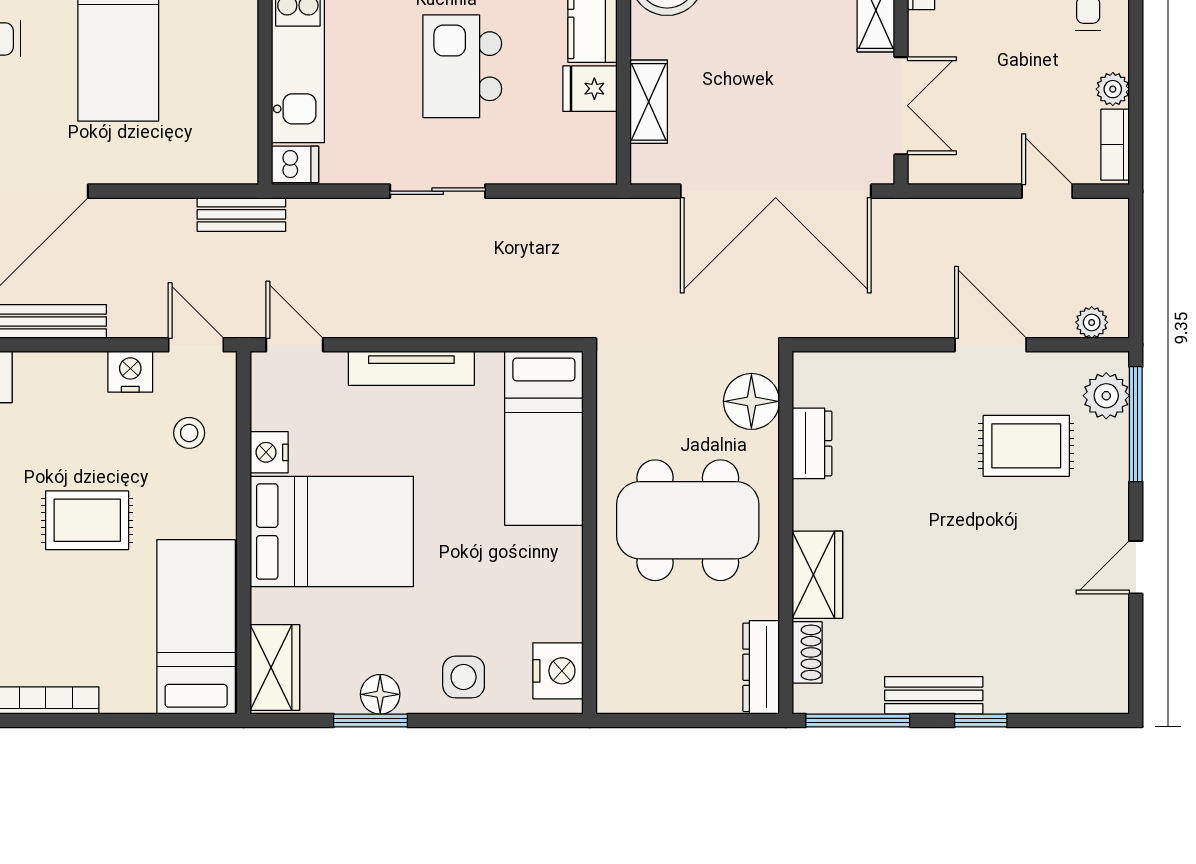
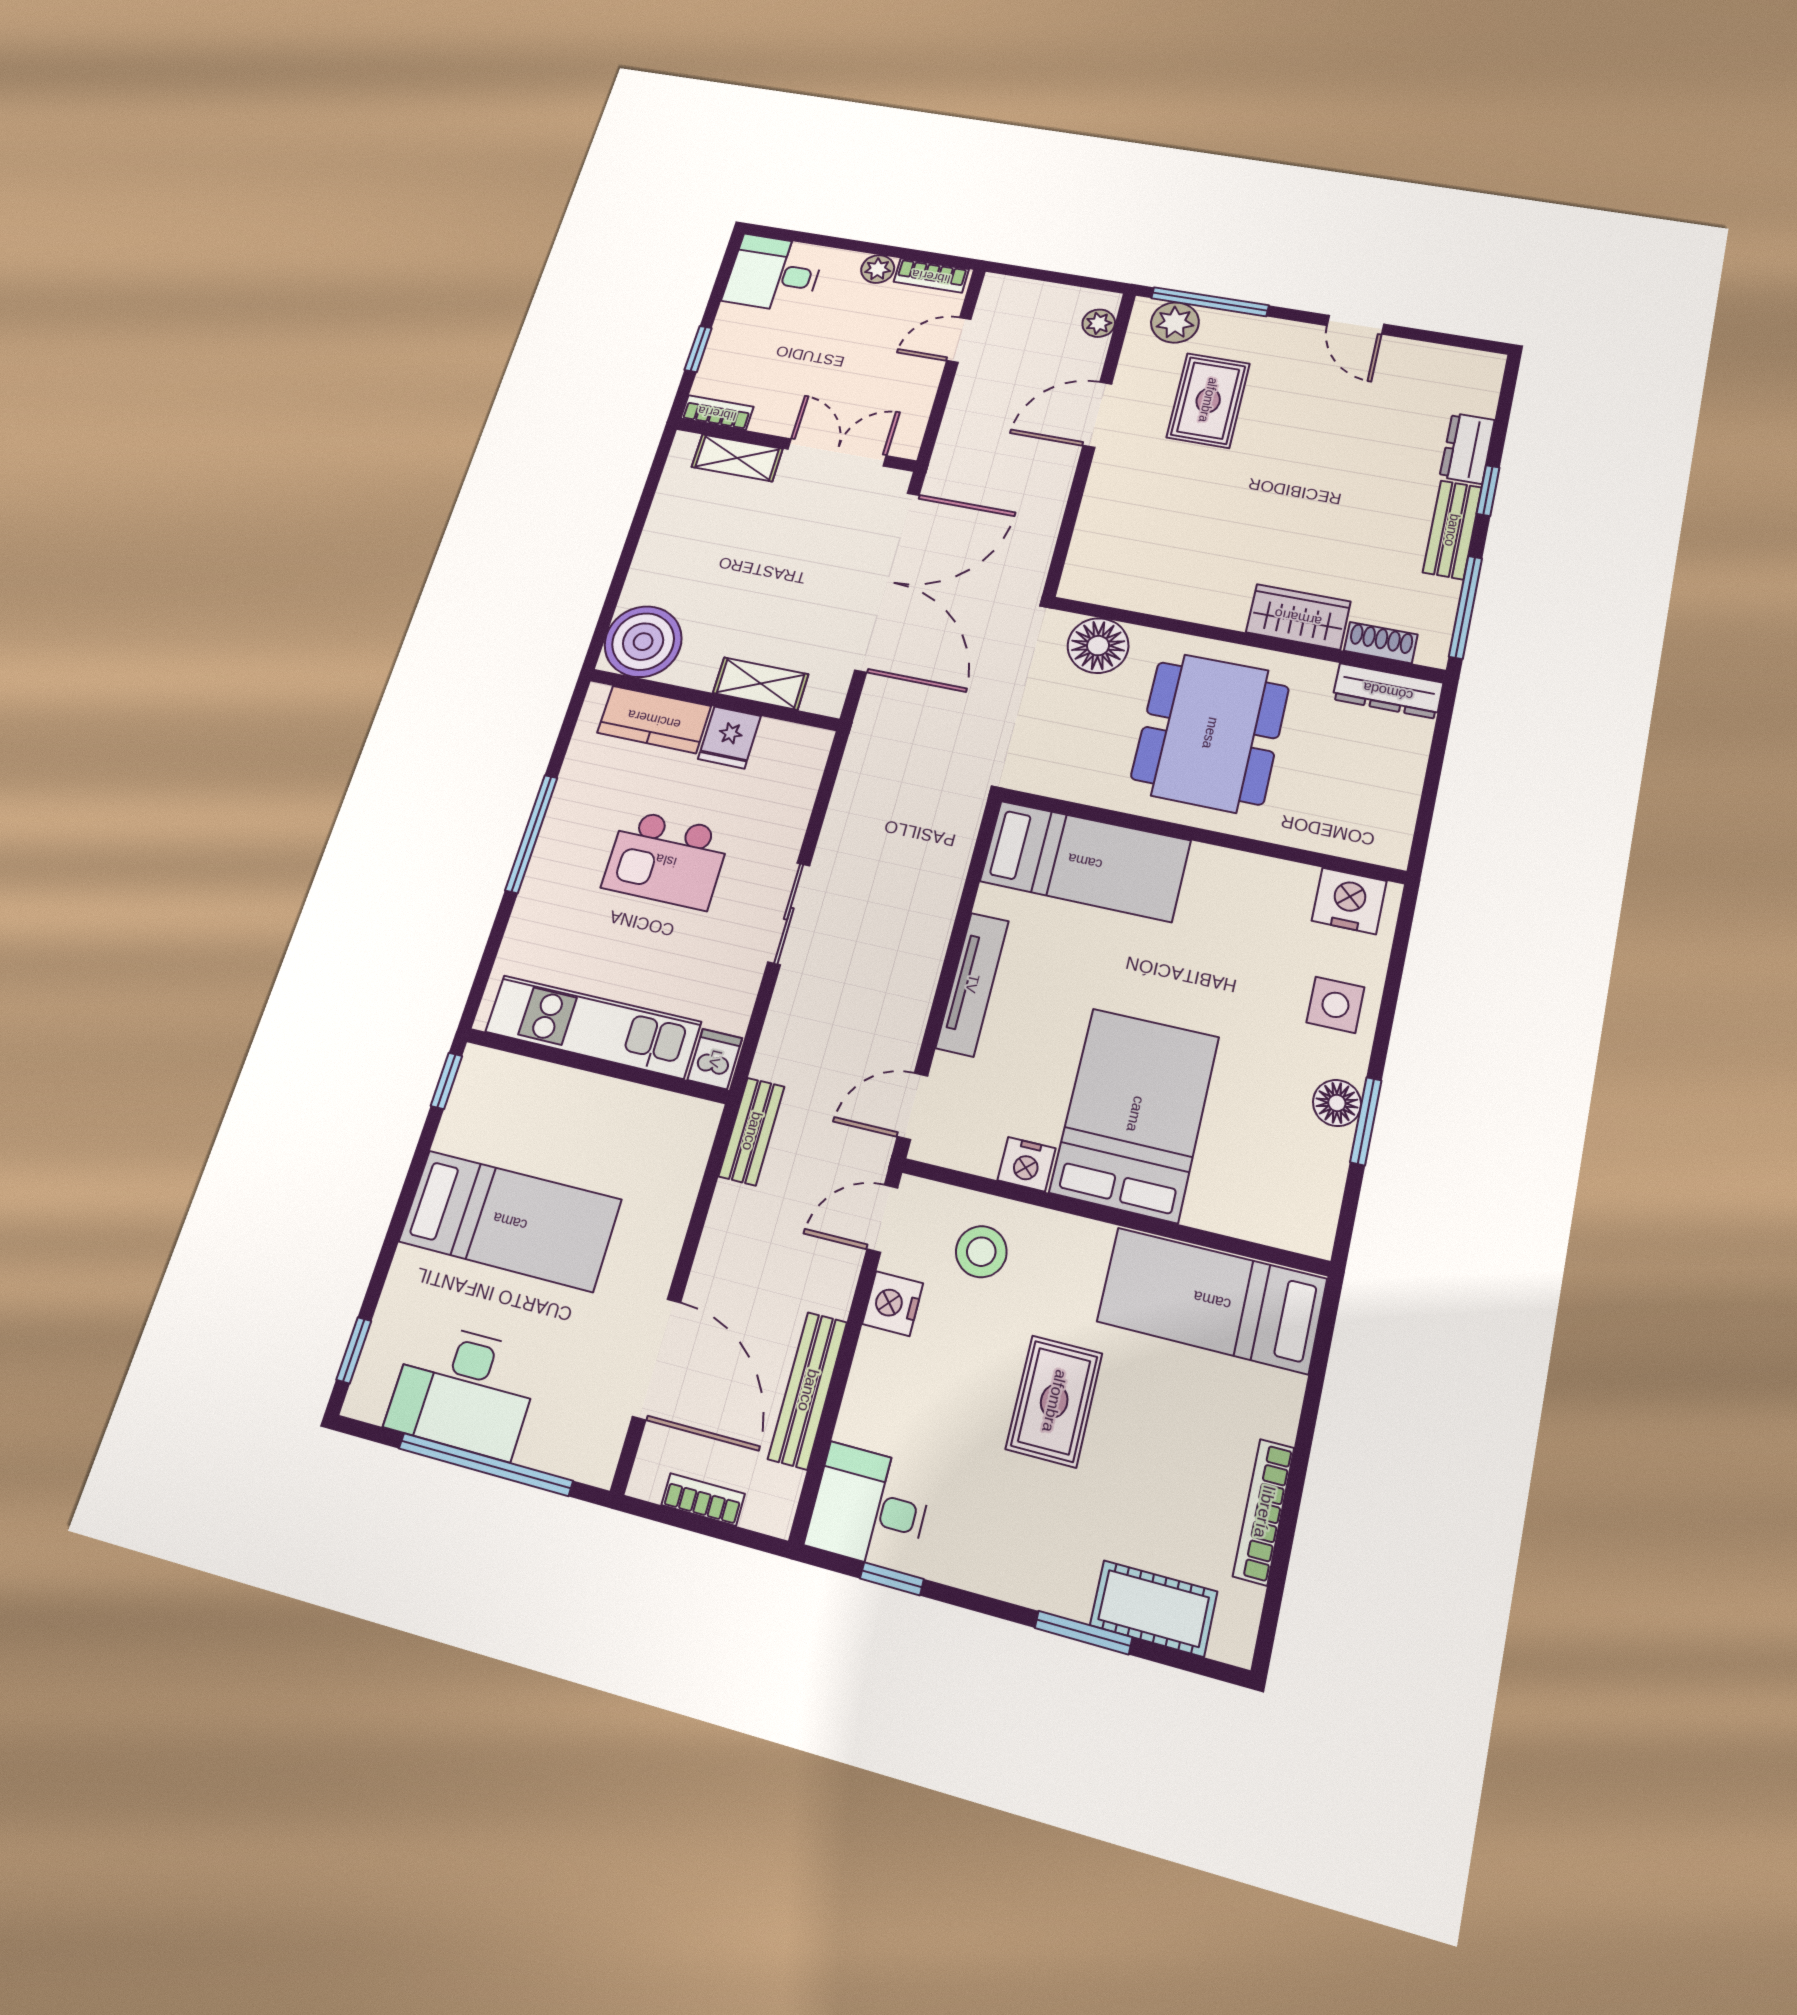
stool: (189, 433) -> (981, 1252), width x1.37, depth x1.37
dresser: (812, 443) -> (1467, 448), moved, turned -90
wardrobe: (275, 668) -> (1280, 1218), removed

